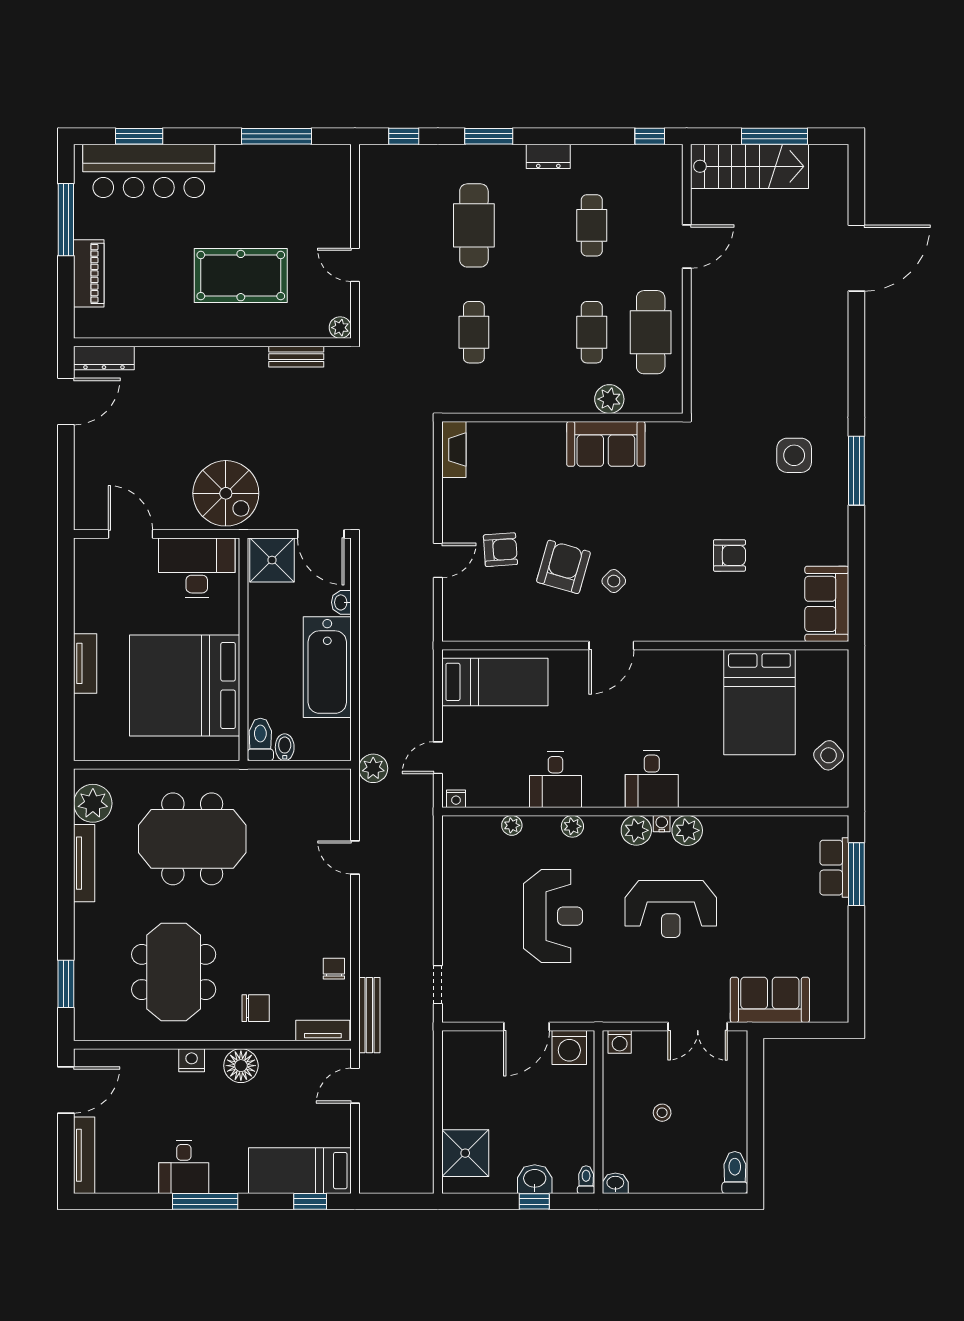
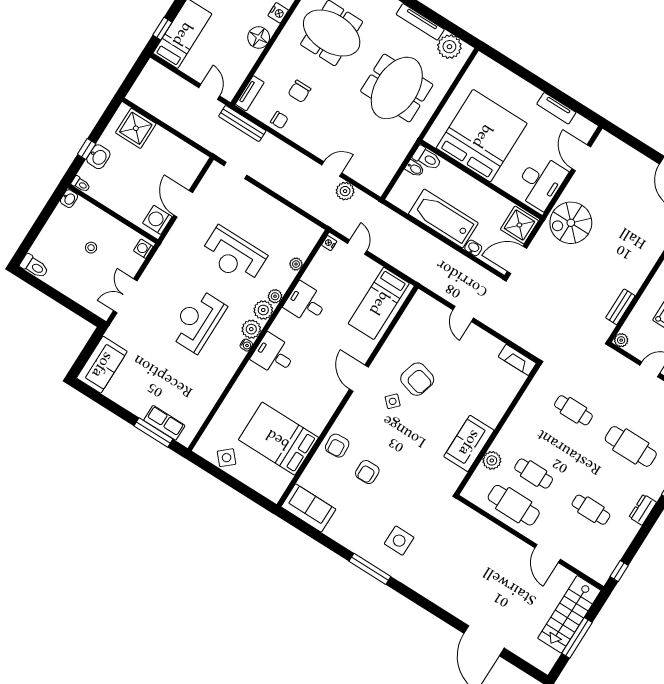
door: (130, 534) -> (581, 158), swing flipped
armchair: (500, 550) -> (337, 446), moved
tv unit: (85, 663) -> (556, 108), moved
plant: (373, 768) -> (345, 191), moved
plant: (687, 830) -> (263, 310), moved
sofa: (770, 1000) -> (102, 365), moved
chair: (256, 1008) -> (299, 91), moved

